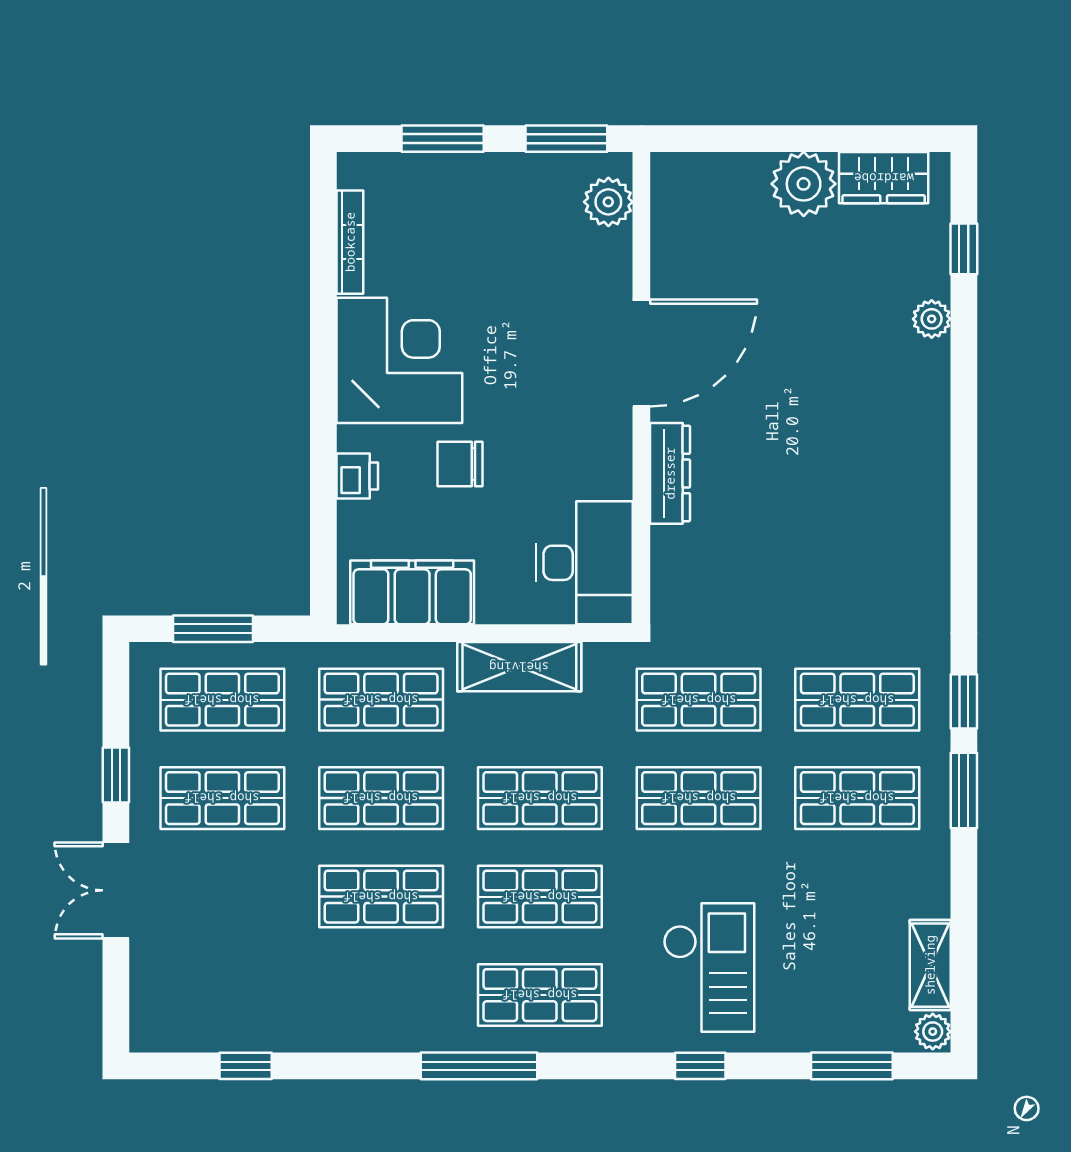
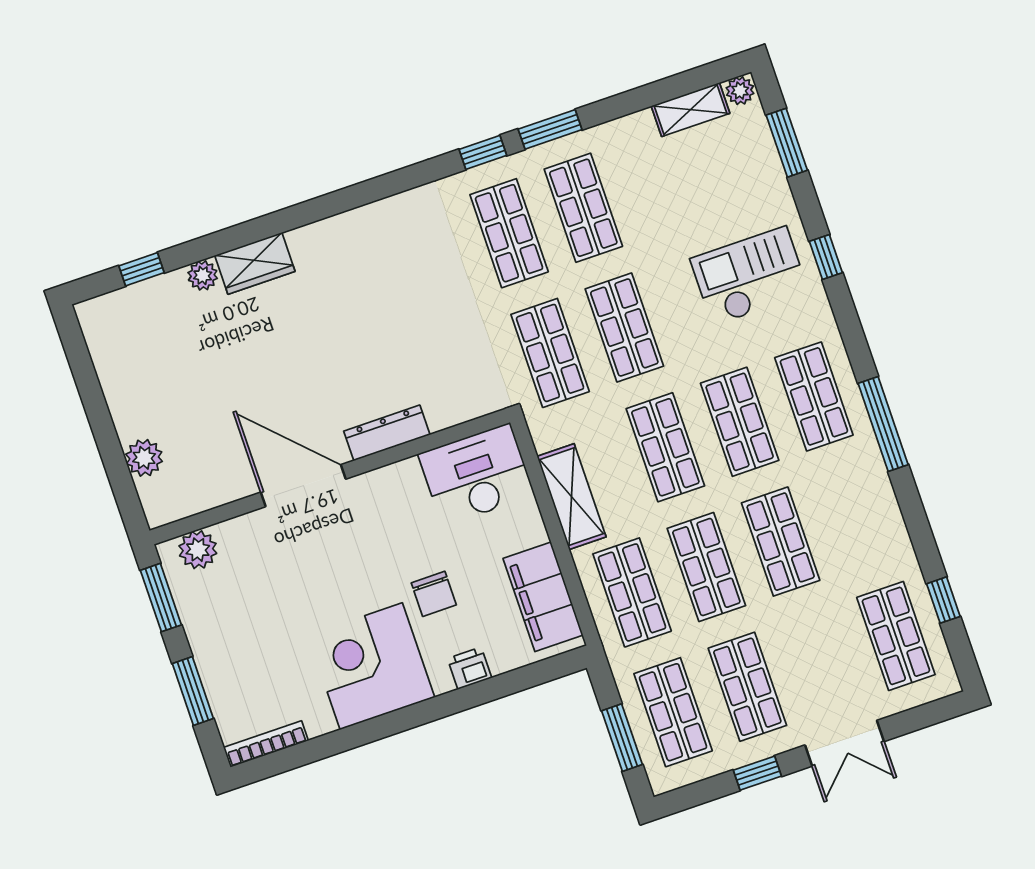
wardrobe: (884, 178) -> (255, 263), moved, turned 90
plant: (804, 184) -> (144, 458), moved, width x0.73, depth x0.73
bookcase: (350, 242) -> (266, 744), moved
shop shelf: (222, 995) -> (896, 636), added

